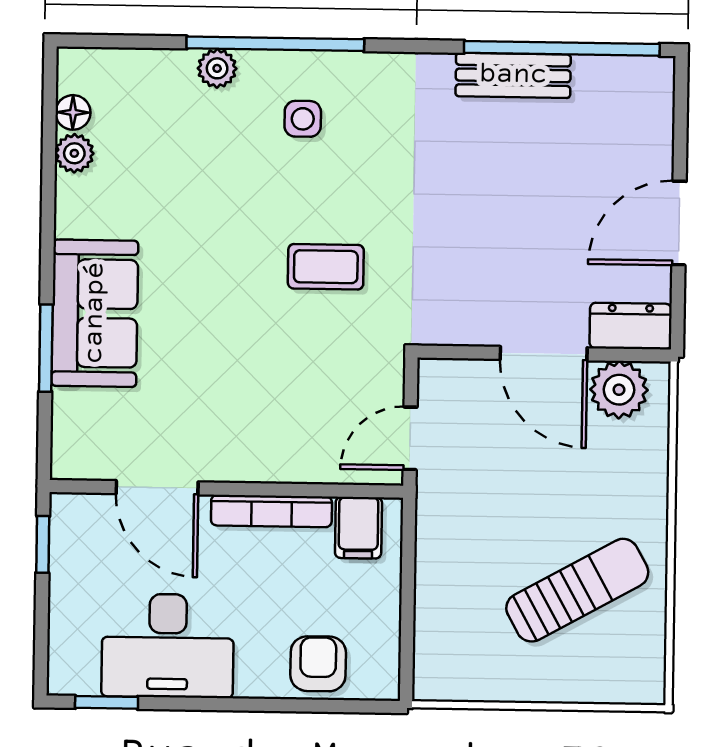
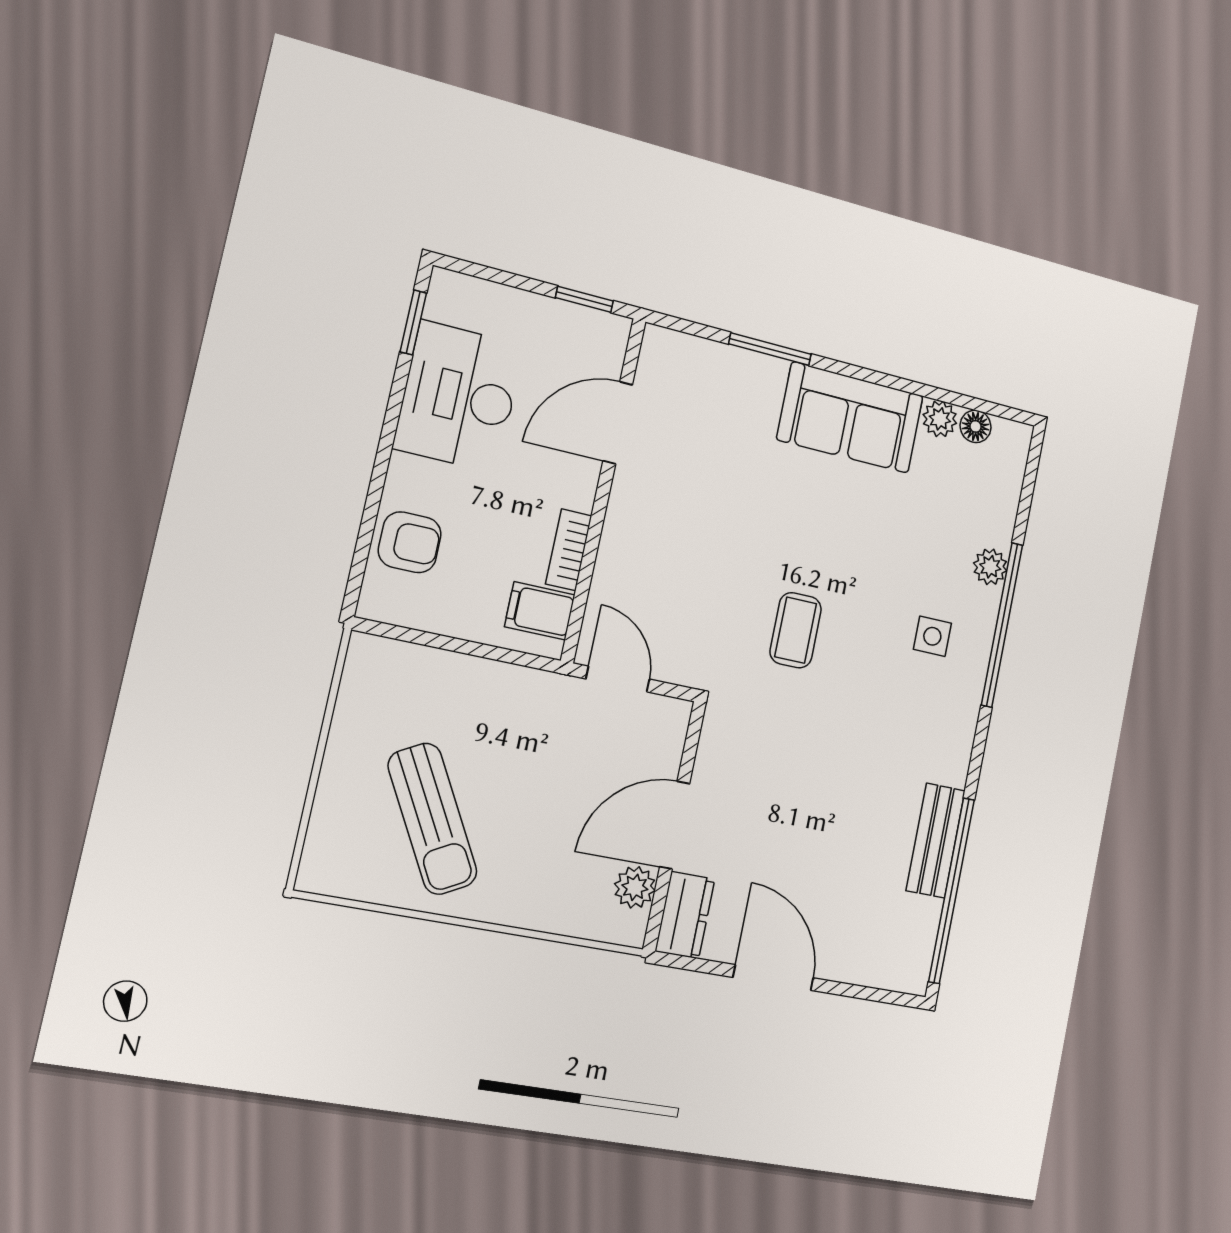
sofa: (95, 313) -> (850, 418), moved
plant: (619, 390) -> (635, 887), width x0.73, depth x0.73
bookcase: (271, 511) -> (569, 550), width x0.64

